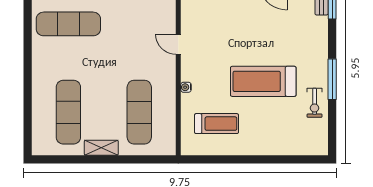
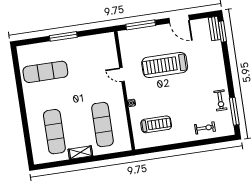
window: (332, 79) -> (234, 111), moved
treadmill: (263, 81) -> (165, 65), moved
exercise bike: (286, 139) -> (205, 128), added

